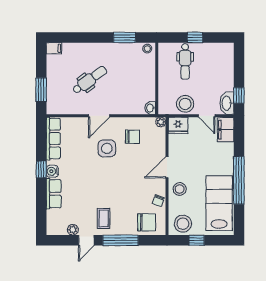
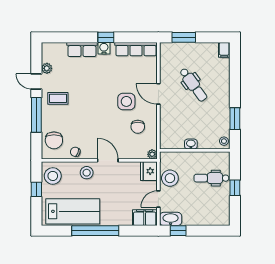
washbasin: (150, 108) -> (191, 144), moved

